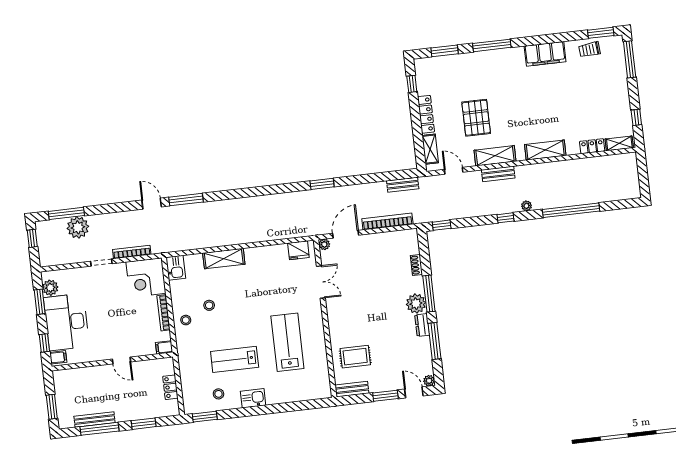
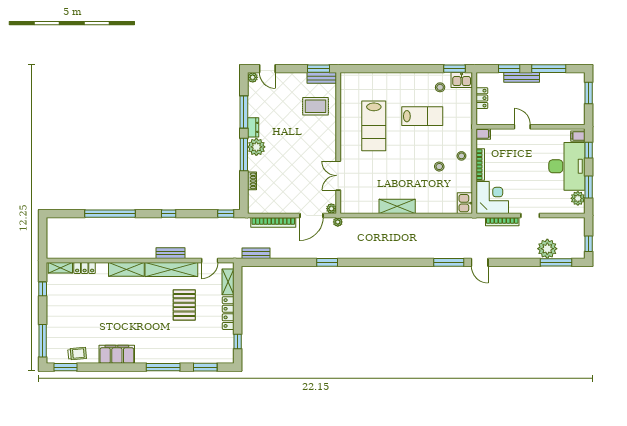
shelving: (495, 156) -> (171, 269), width x1.47
door: (454, 171) -> (210, 260), hinge flipped
plant: (526, 206) -> (338, 222), moved
fridge: (298, 250) -> (355, 206), removed
shelving: (224, 259) -> (397, 206), moved
window: (385, 396) -> (319, 69), moved
kitchen sink: (253, 398) -> (462, 80), moved
bench: (94, 420) -> (522, 77), moved

